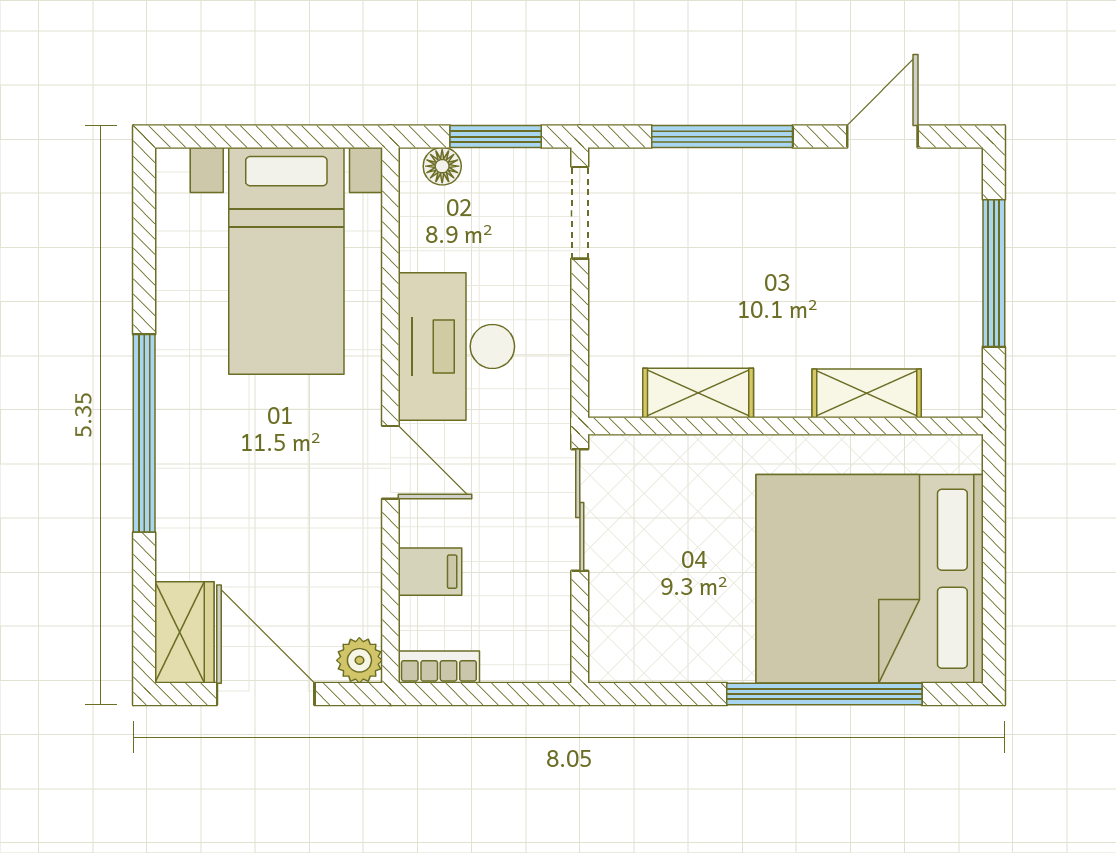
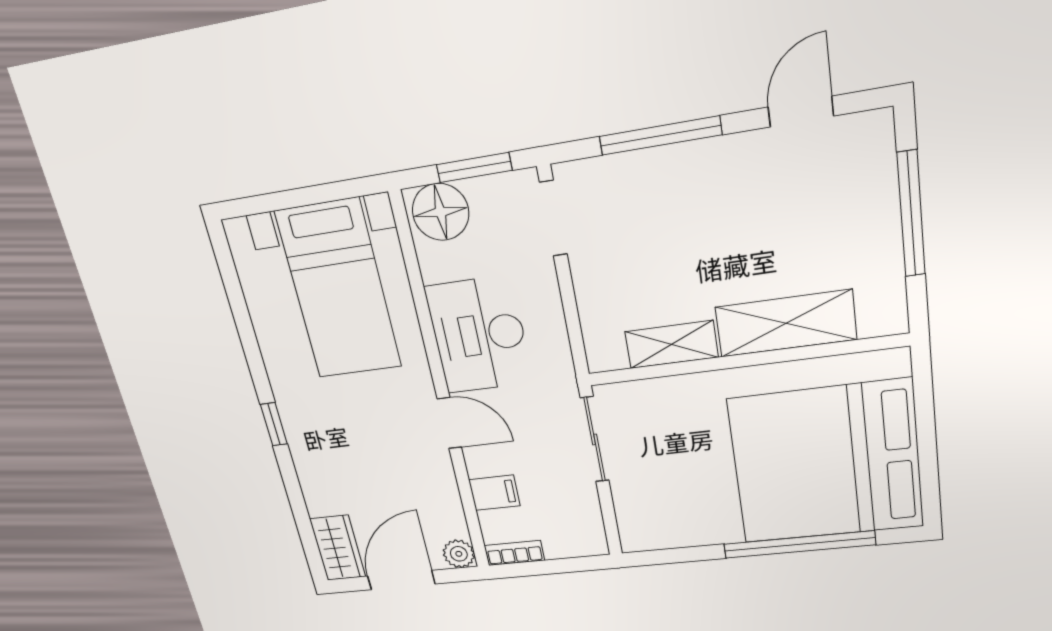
floor lamp: (442, 166) -> (441, 212), width x1.89, depth x1.89
shelving: (867, 393) -> (786, 323), width x1.50, depth x1.33
window: (144, 433) -> (274, 424), width x0.32
door: (266, 694) -> (401, 580), hinge flipped

